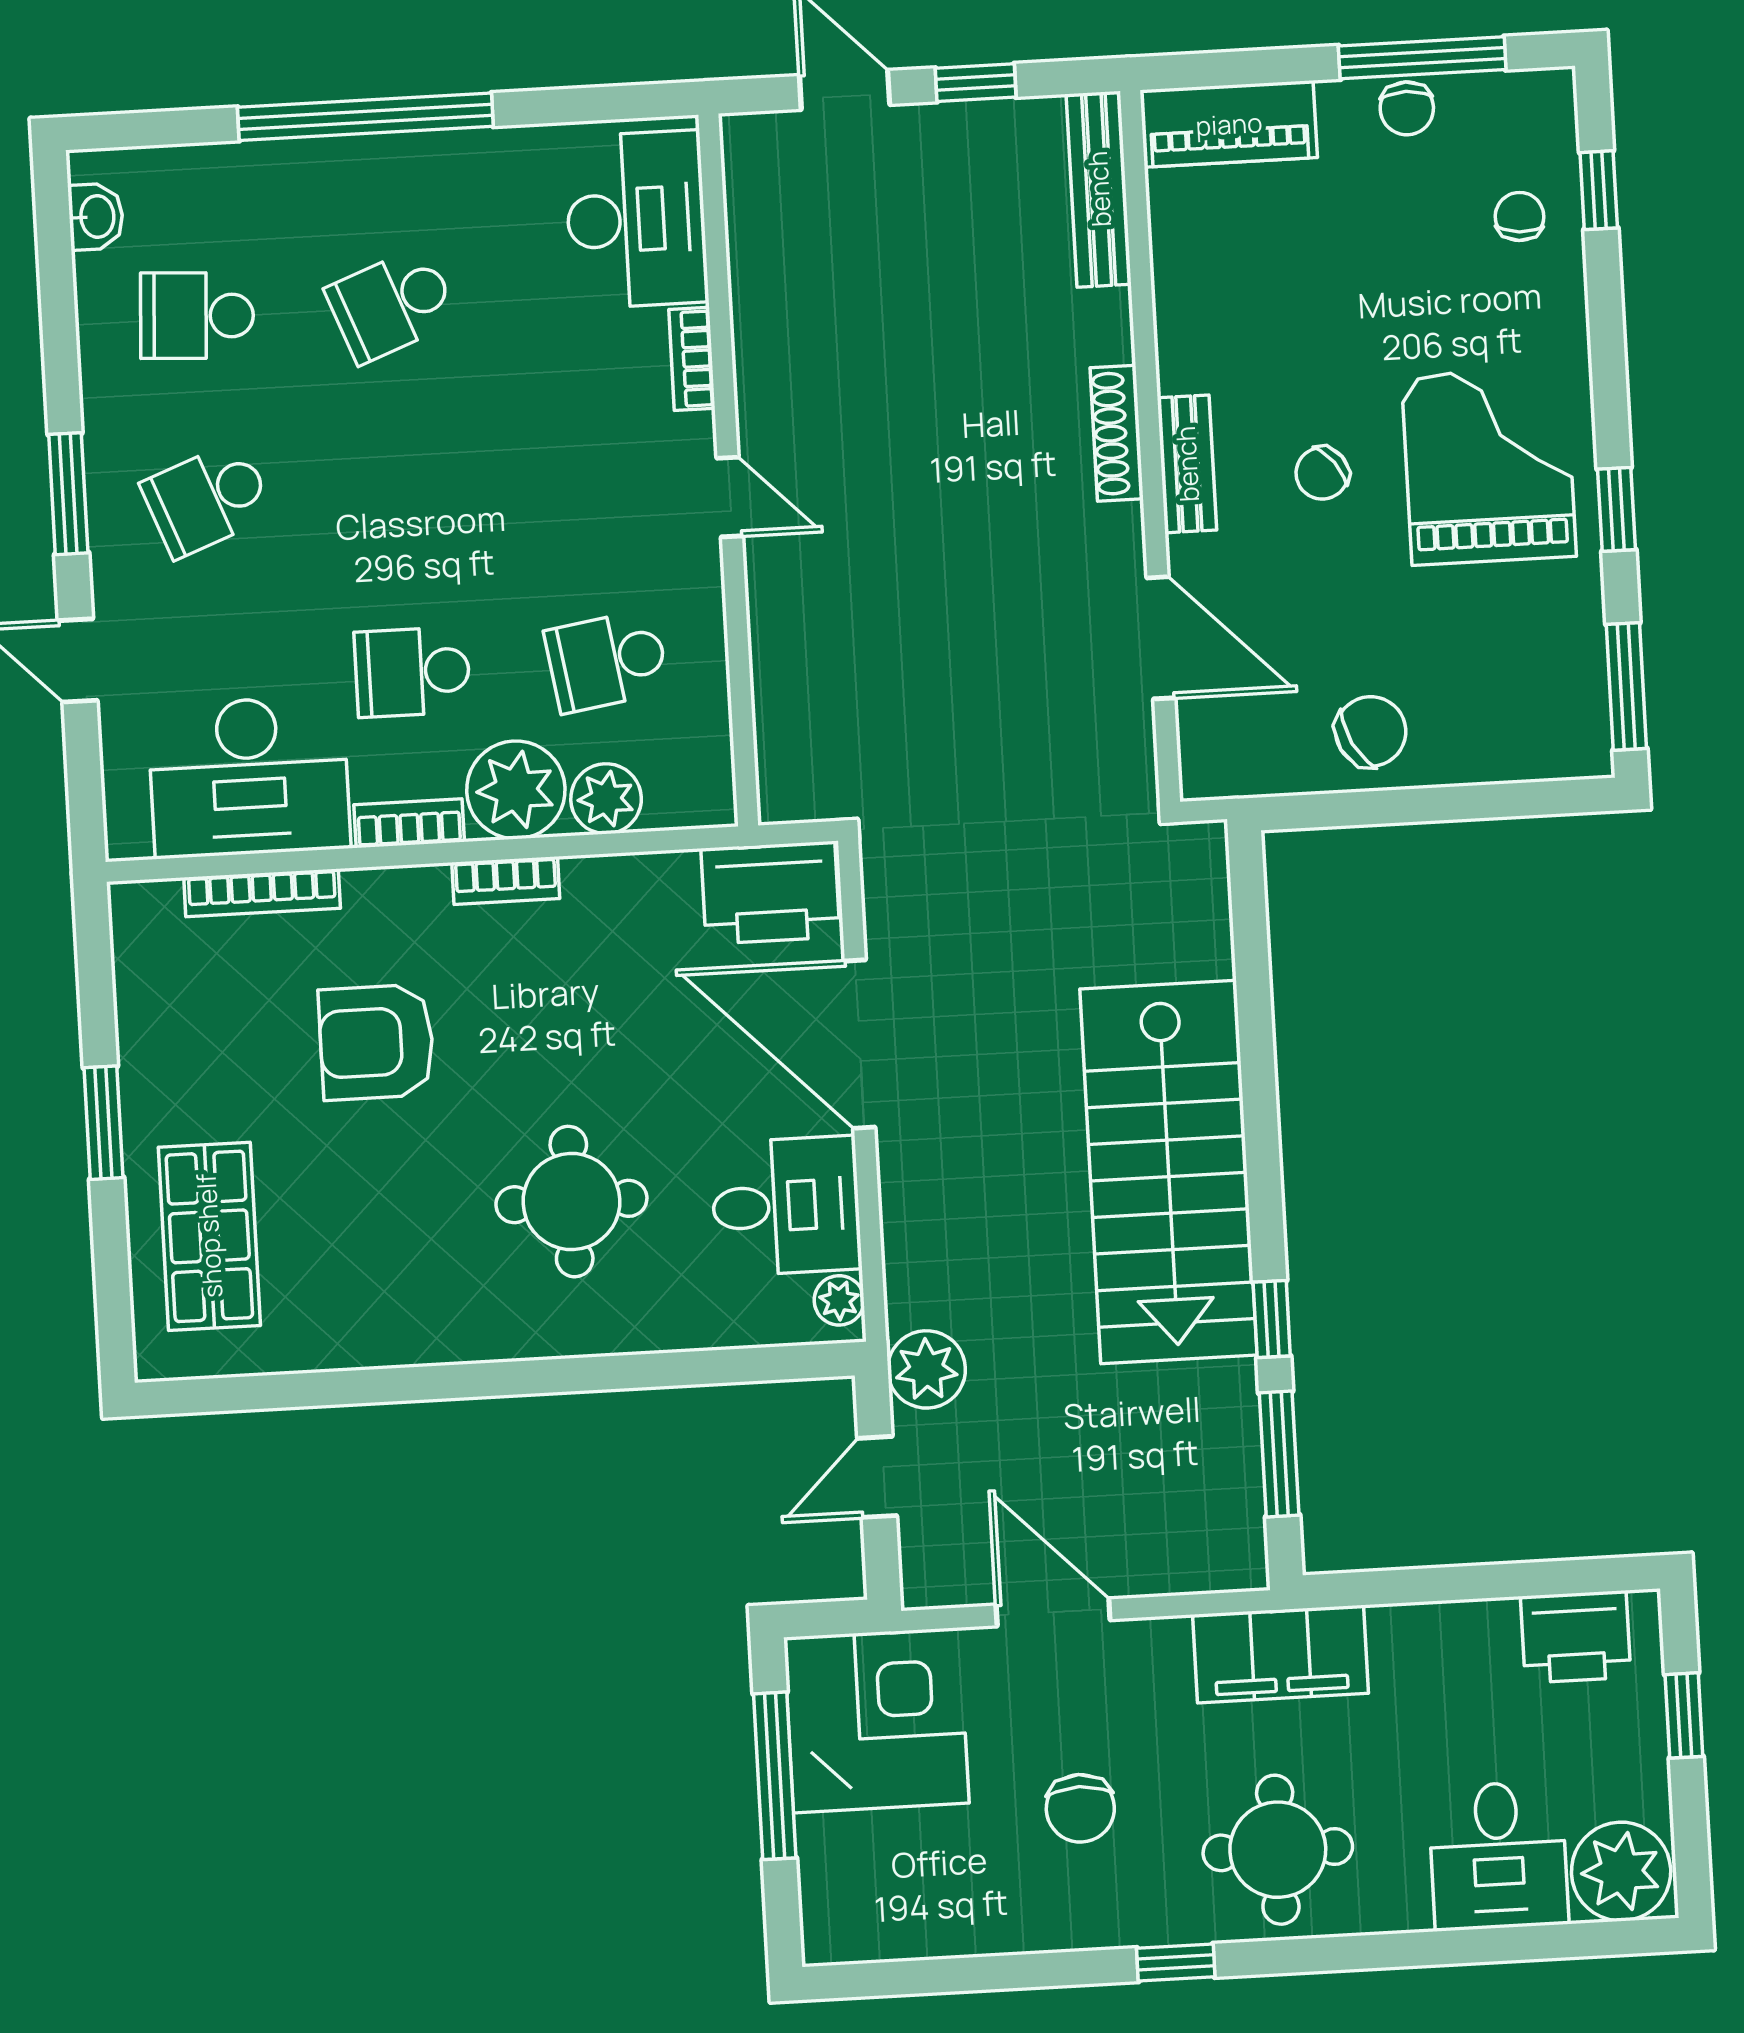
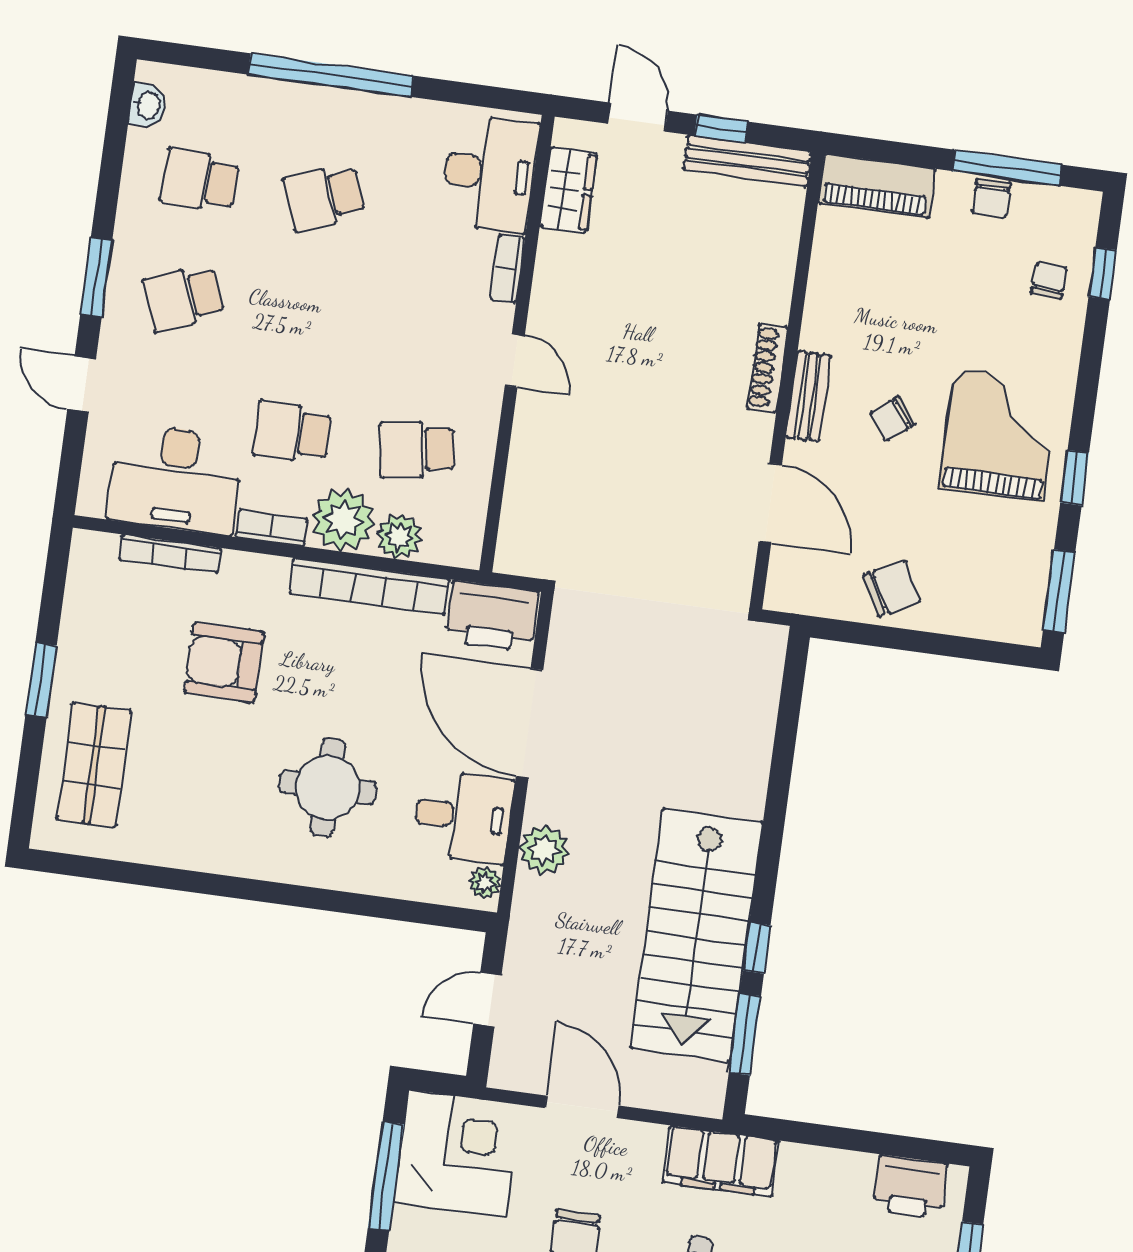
bench: (1099, 189) -> (747, 161), moved, turned 90
wardrobe: (761, 221) -> (568, 190), added
bookcase: (506, 881) -> (369, 586), width x2.31, depth x1.31
stairs: (1169, 1172) -> (697, 935), moved
plant: (926, 1369) -> (544, 850), moved

